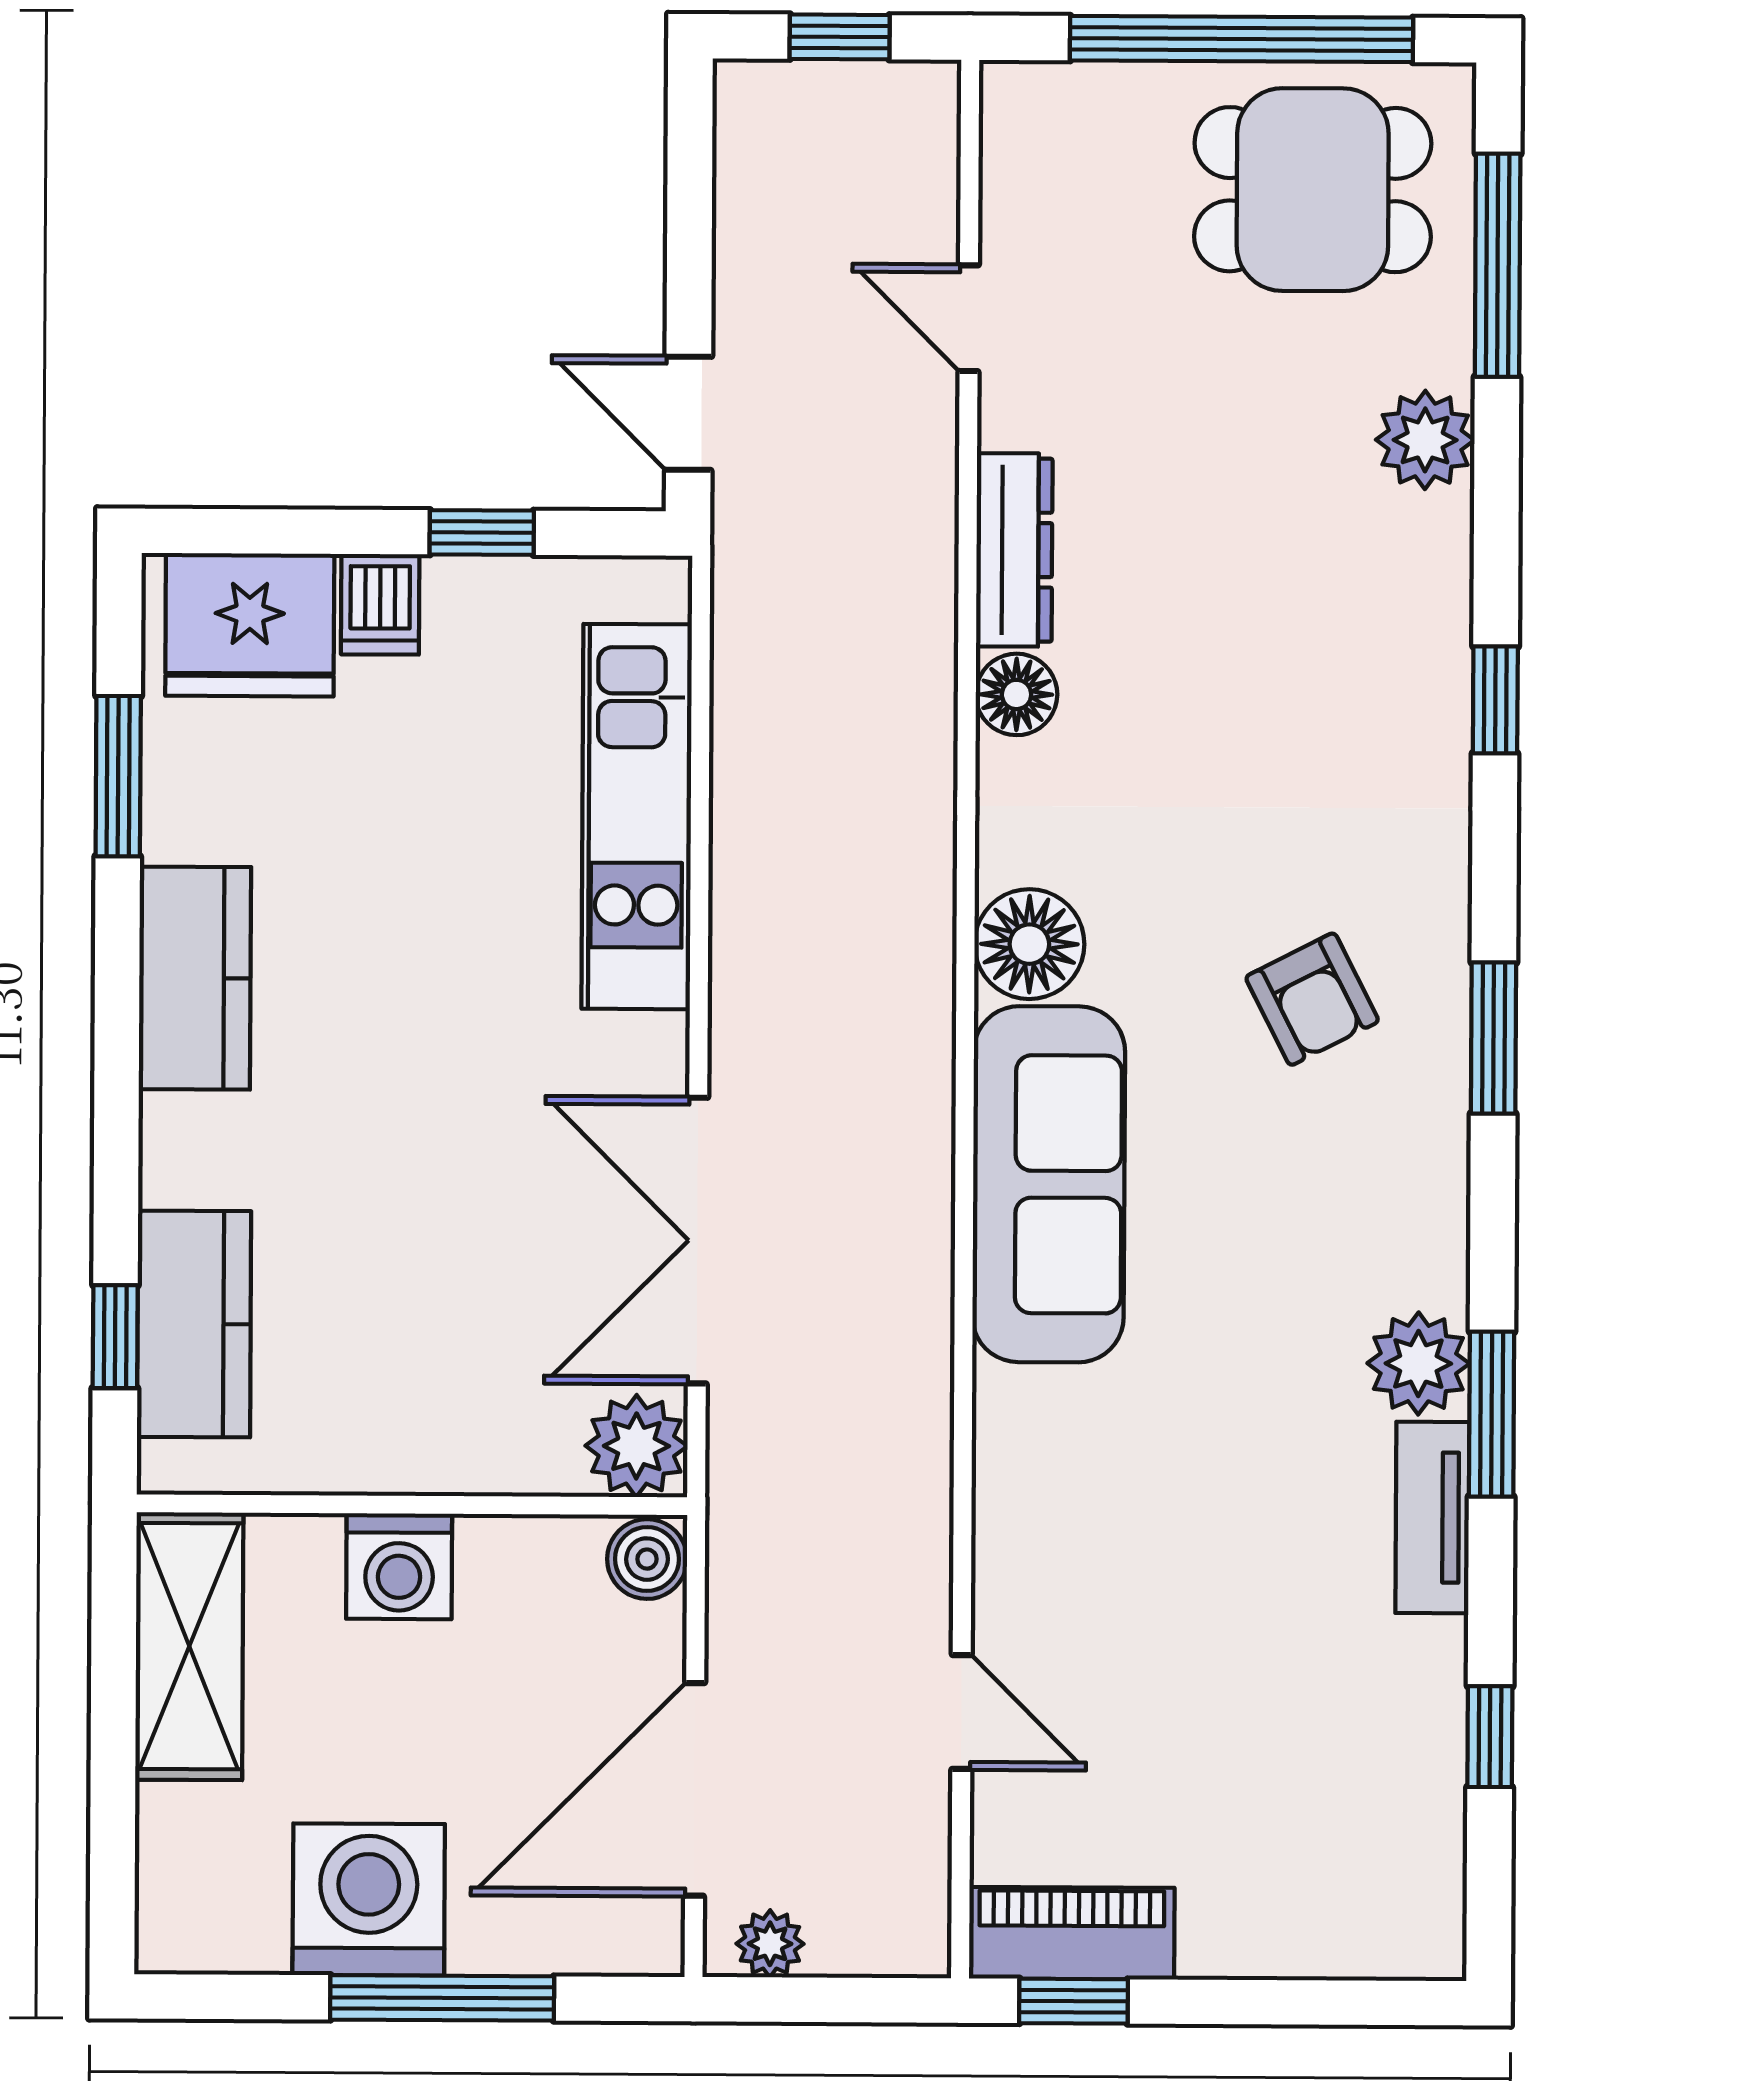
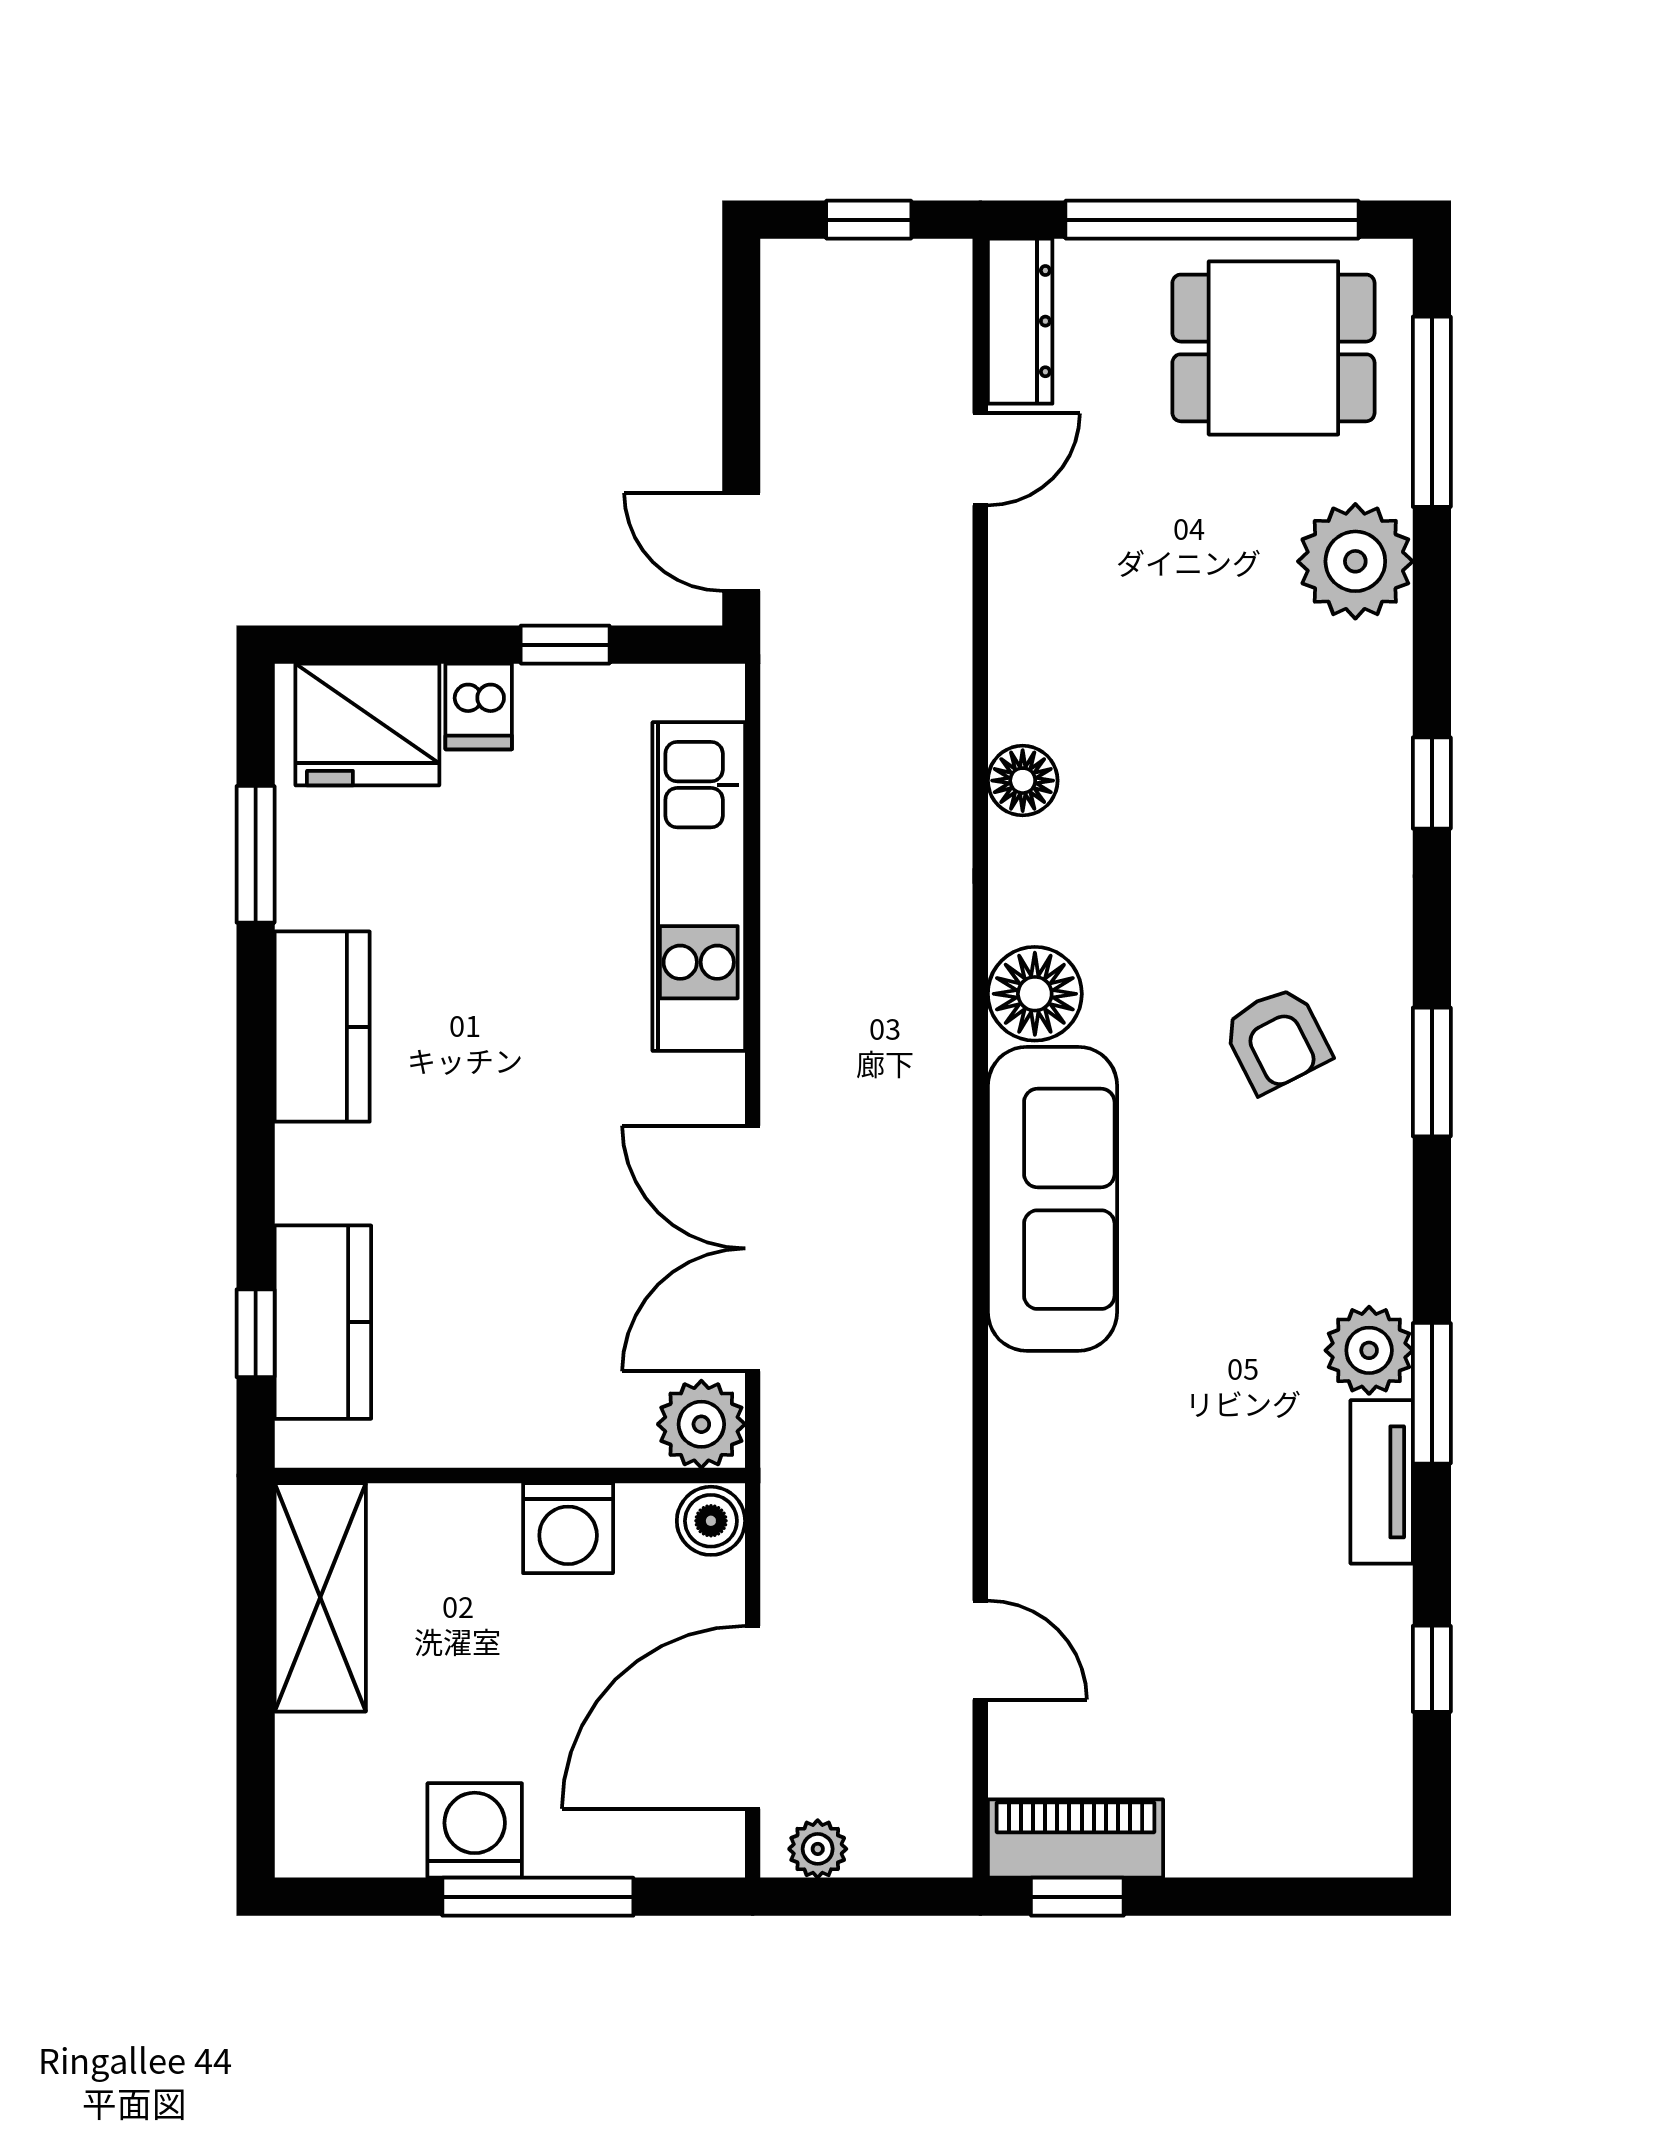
door: (969, 318) -> (980, 459), swing flipped
plant: (1425, 440) -> (1355, 561), width x1.36, depth x1.36
dresser: (1014, 550) -> (1020, 321), moved
washing machine: (399, 1566) -> (568, 1528), moved
washing machine: (369, 1899) -> (475, 1830), width x0.73, depth x0.73

